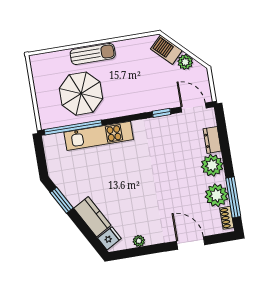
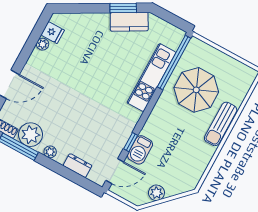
barbecue: (166, 50) -> (140, 150), moved, turned 135
plant: (212, 165) -> (50, 152), width x0.53, depth x0.53
kitchen counter: (92, 217) -> (129, 22), moved
fridge: (109, 238) -> (53, 32), moved, turned -61

